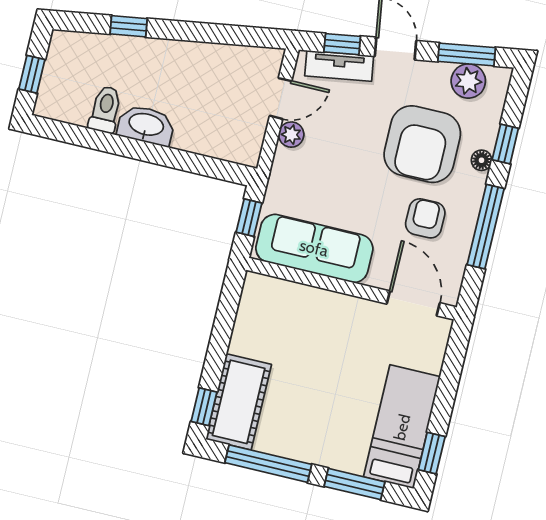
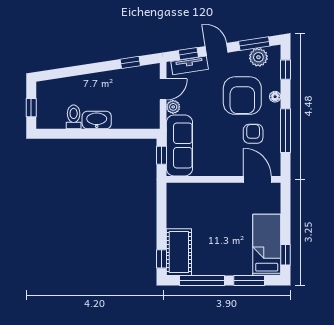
window: (129, 26) -> (130, 62), moved
window: (505, 144) -> (285, 70), moved
sofa: (314, 248) -> (179, 145), moved, turned 90

